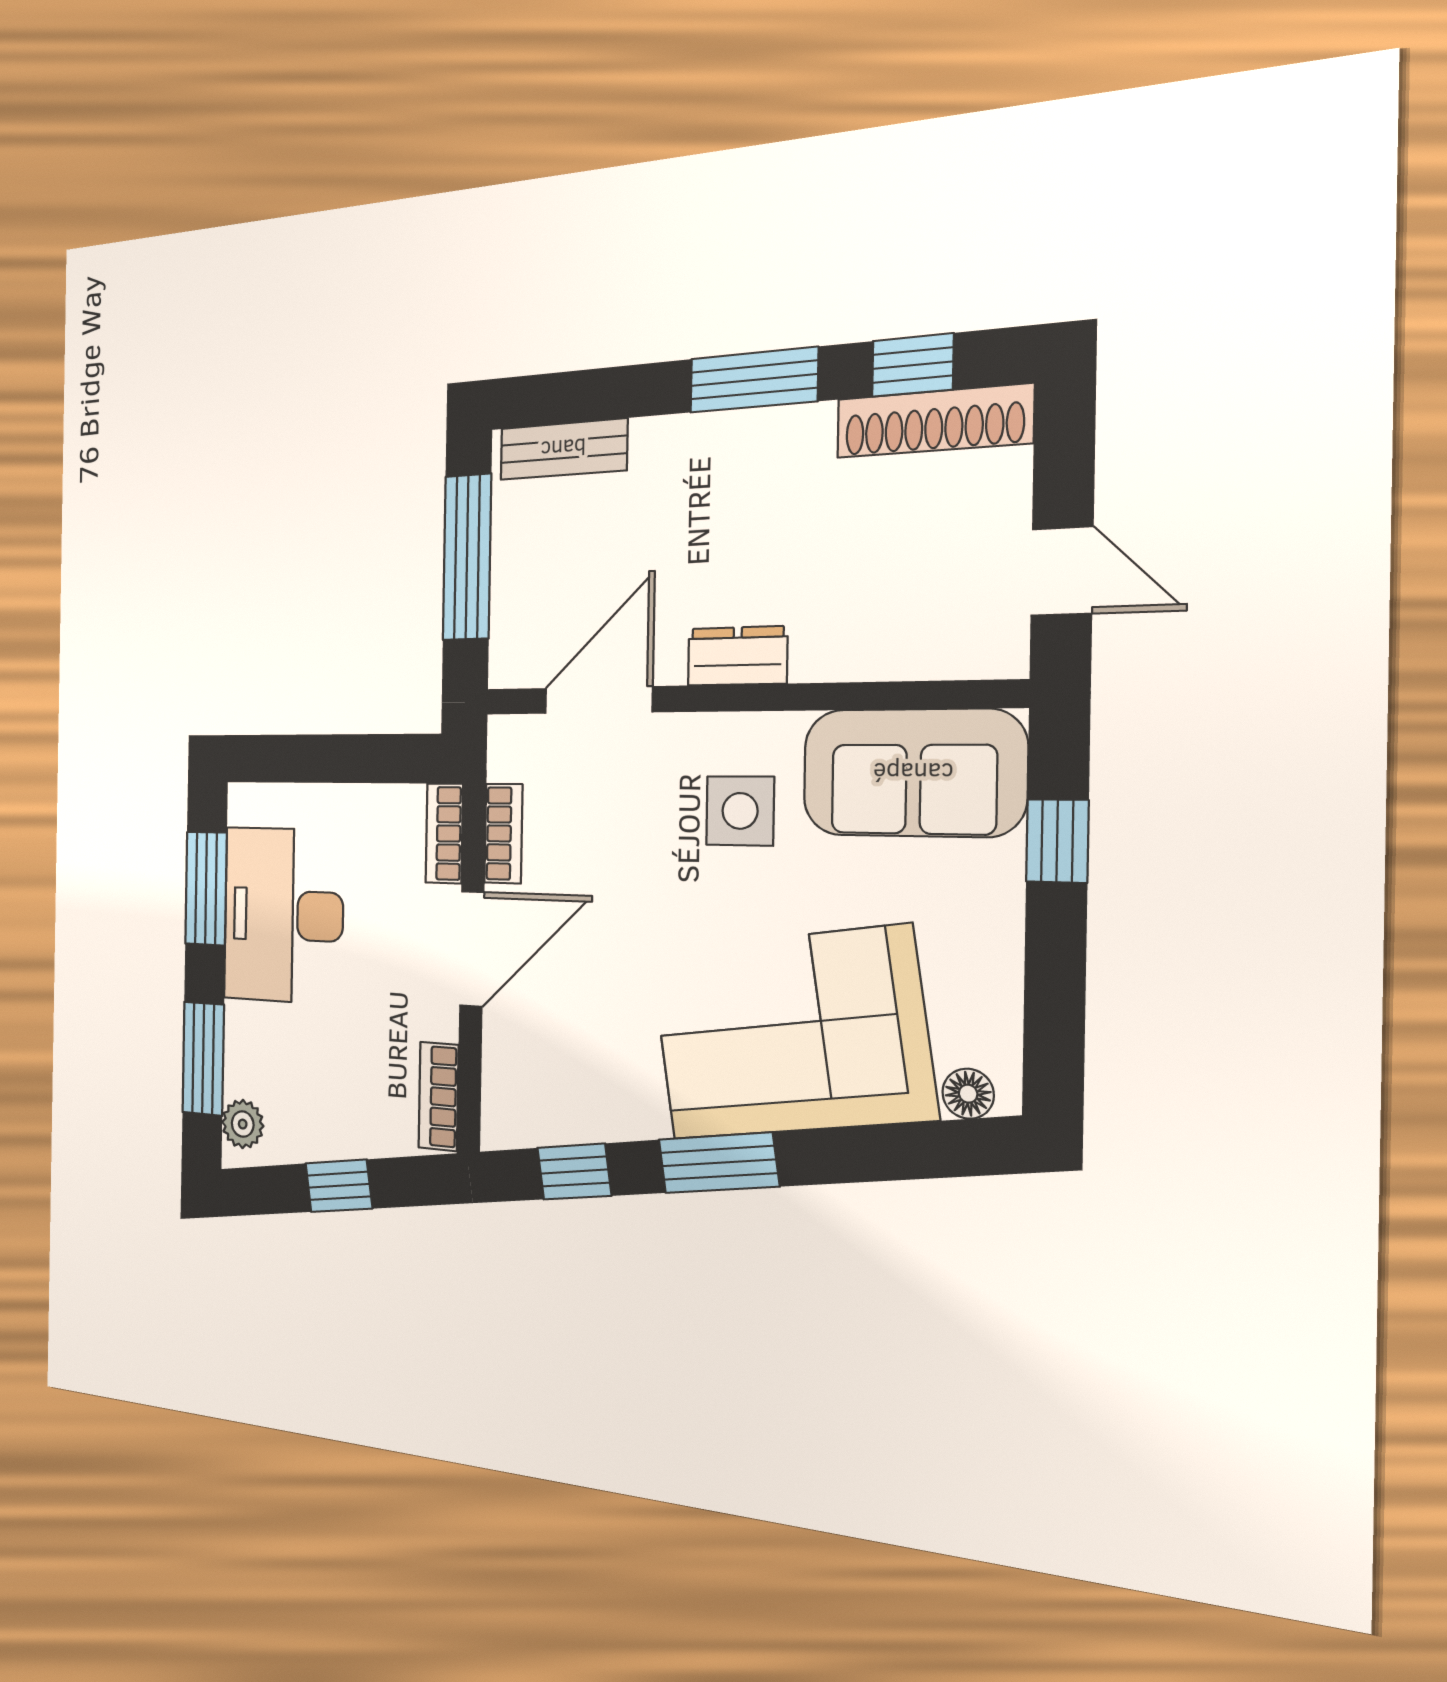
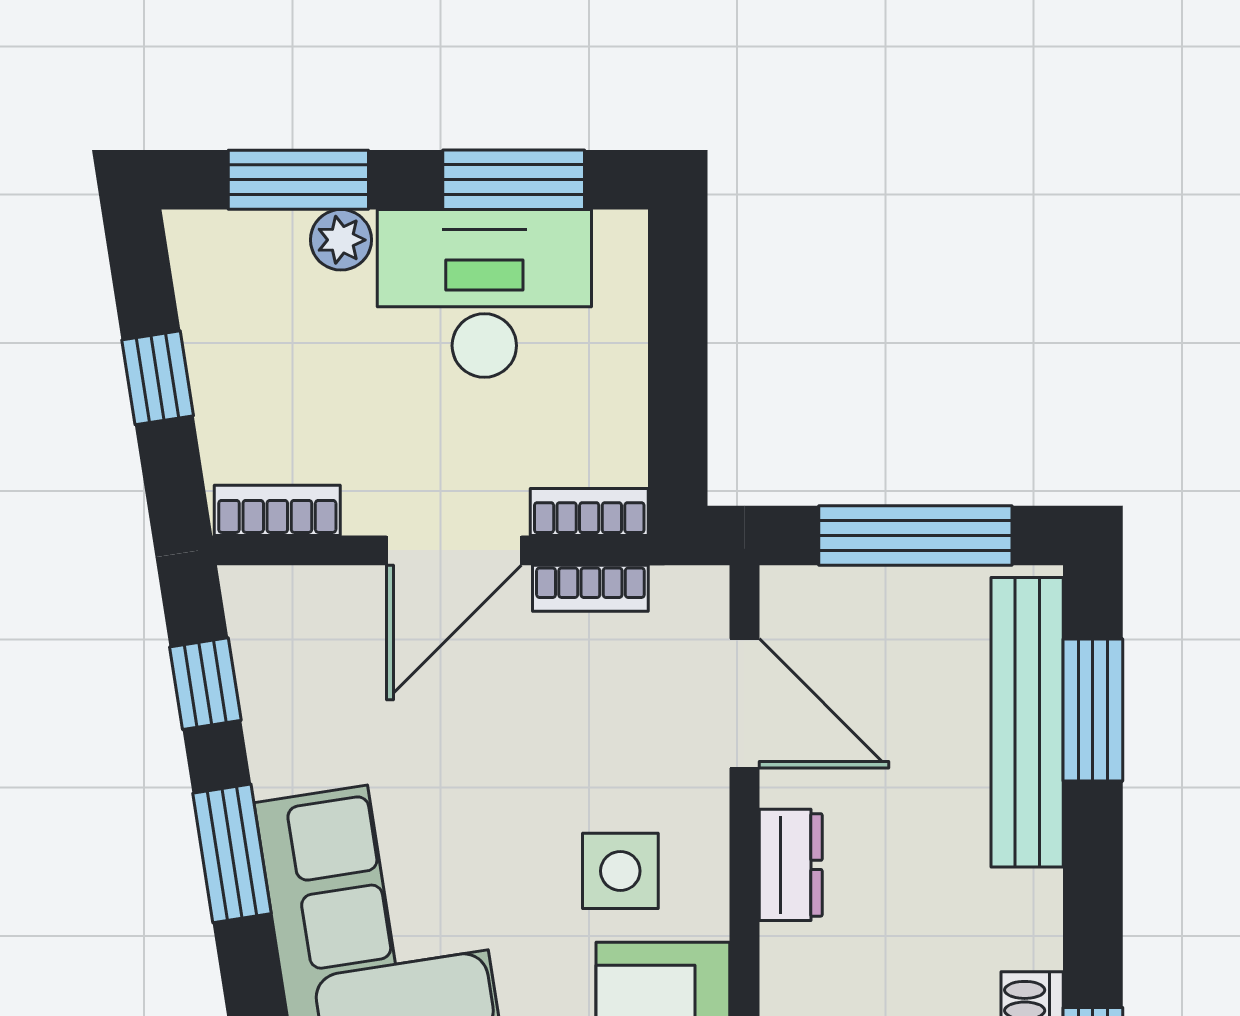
window: (754, 380) -> (1093, 710), moved
bench: (563, 449) -> (1027, 722), width x1.86, depth x1.21
door: (472, 949) -> (454, 550), hinge flipped
plant: (243, 1124) -> (341, 240), moved

